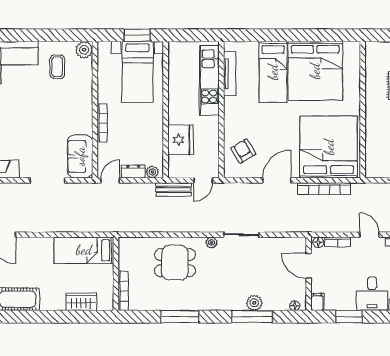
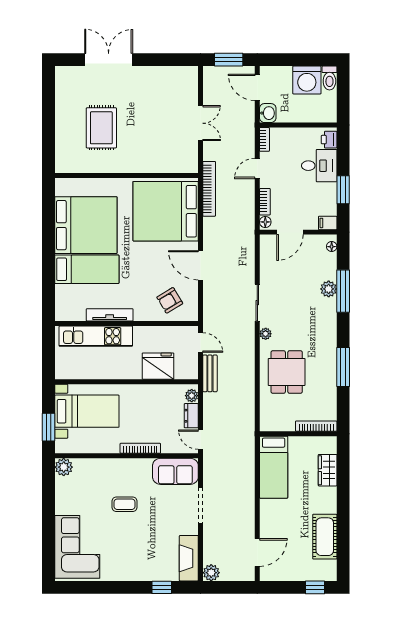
window: (137, 35) -> (49, 427), moved
coffee table: (57, 67) -> (125, 504), moved
tv unit: (230, 74) -> (110, 315), moved
bookcase: (324, 189) -> (209, 189), moved

